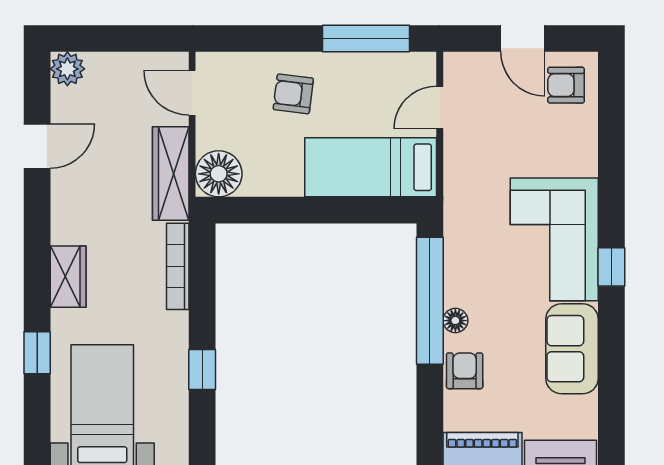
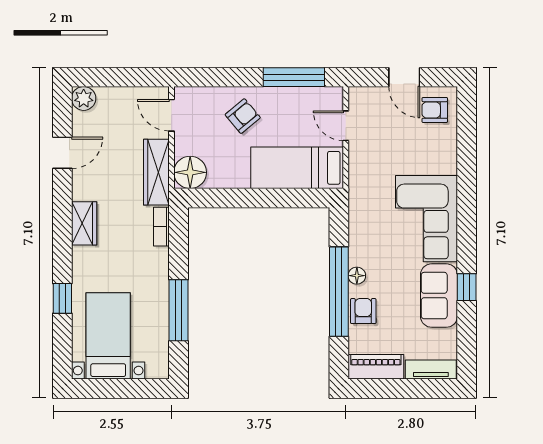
armchair: (293, 94) -> (243, 116), turned 133
door: (440, 108) -> (346, 126), hinge flipped
bookcase: (178, 266) -> (161, 227), width x0.64
window: (611, 267) -> (467, 287), moved
wardrobe: (68, 277) -> (84, 223), moved
window: (430, 301) -> (339, 292), moved
window: (202, 370) -> (178, 310), width x2.17

